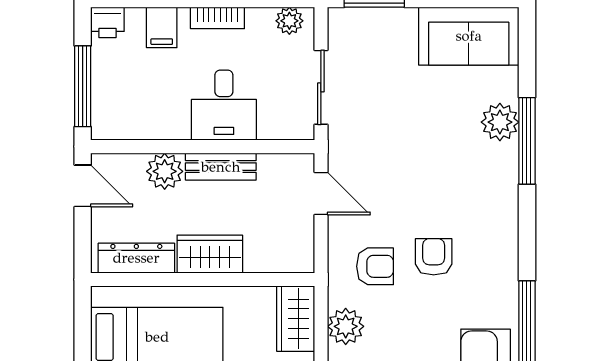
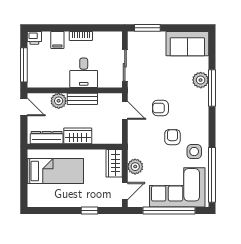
plant: (289, 21) -> (111, 37), removed
armchair: (375, 266) -> (160, 108), moved, turned 180
side table: (485, 291) -> (194, 152), added

